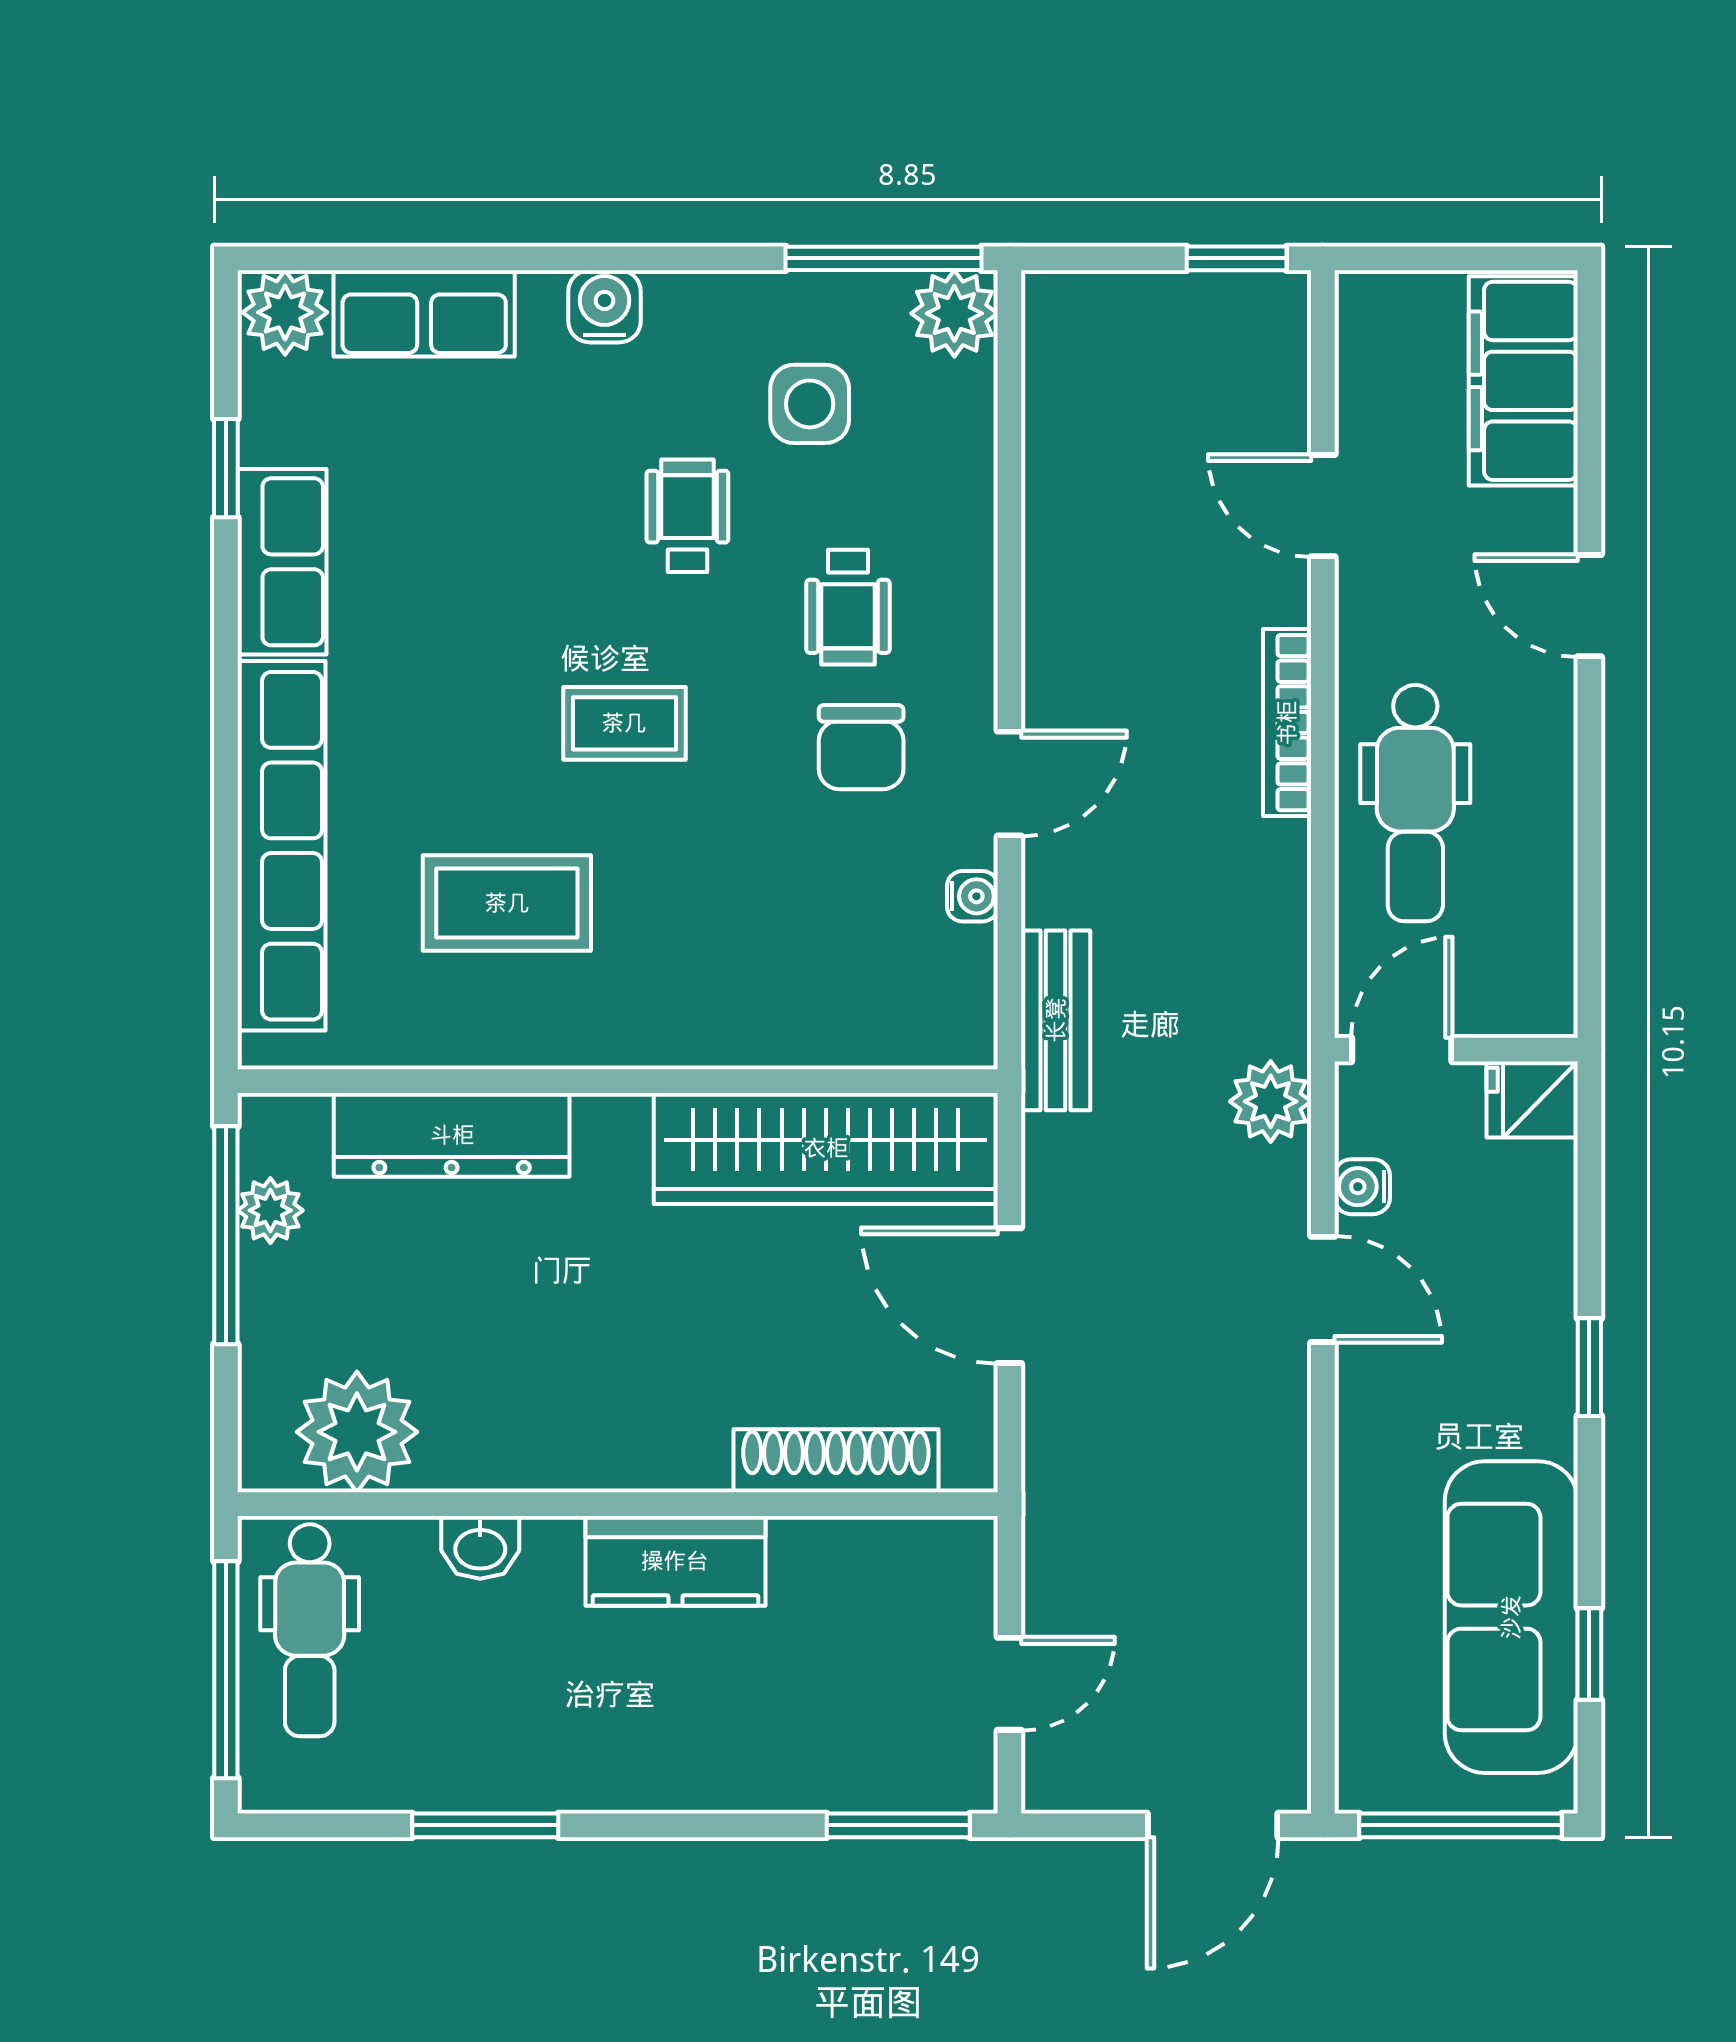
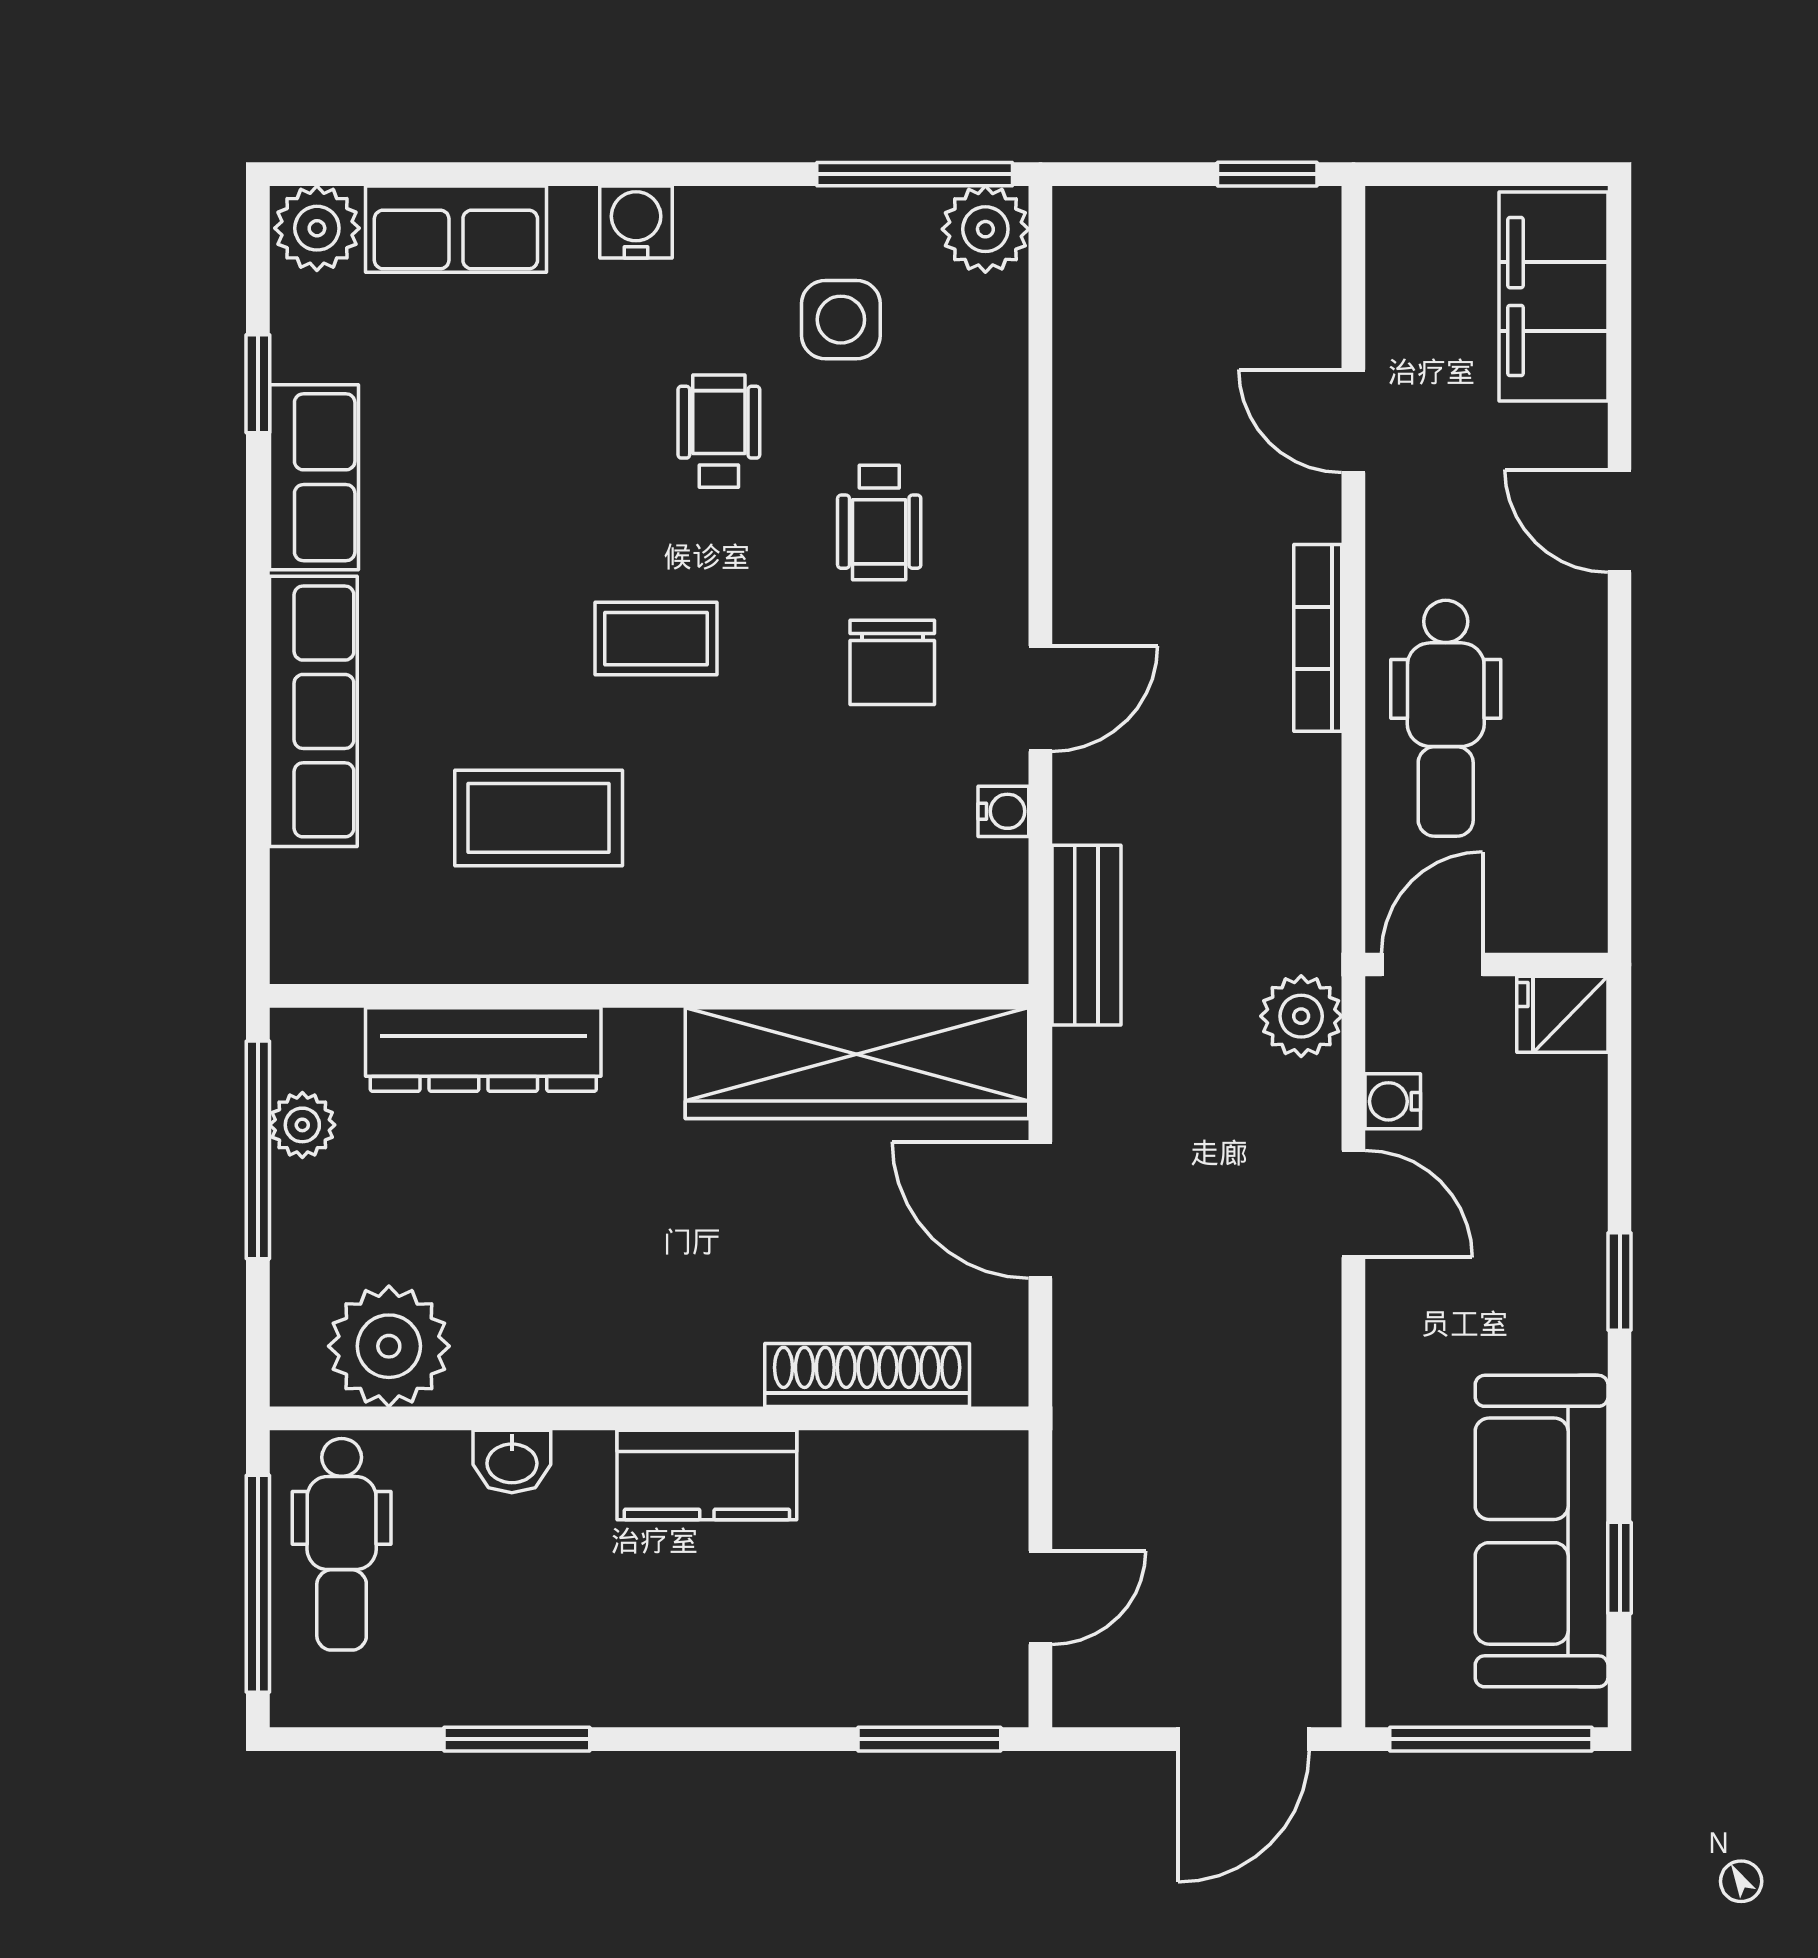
row of seats: (281, 846) -> (313, 711), width x0.73

